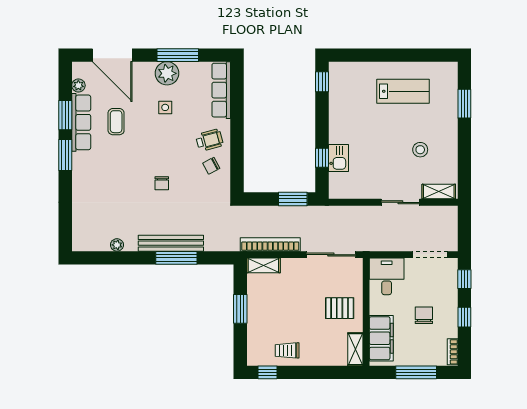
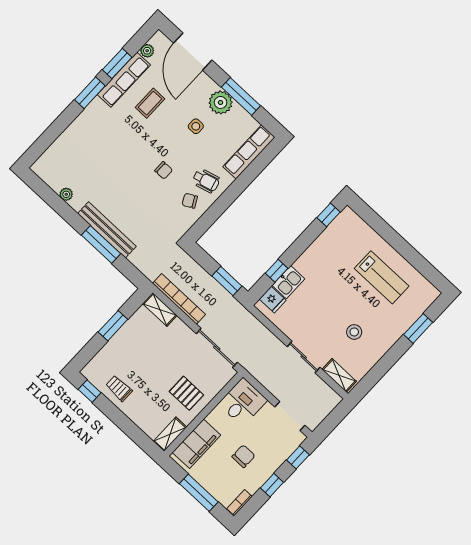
fridge: (339, 182) -> (273, 300), added
chair: (162, 183) -> (164, 170), moved, turned -90

